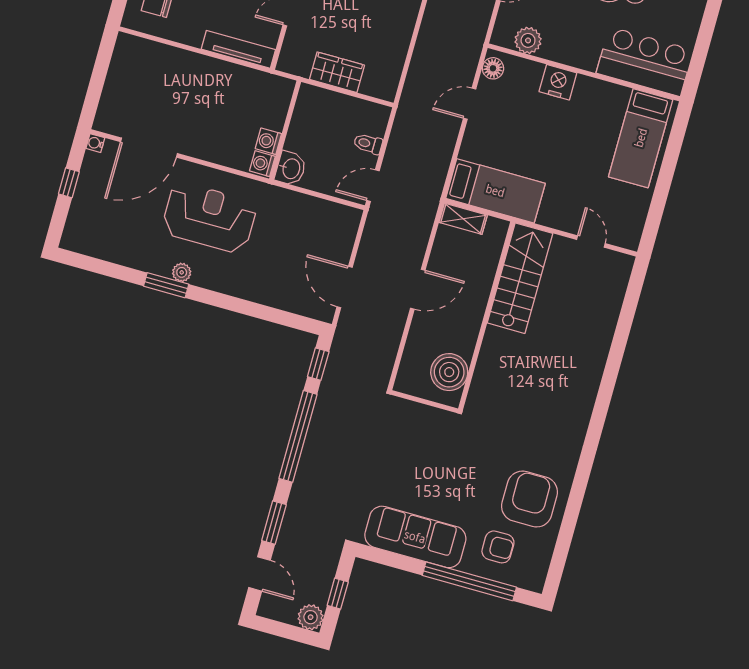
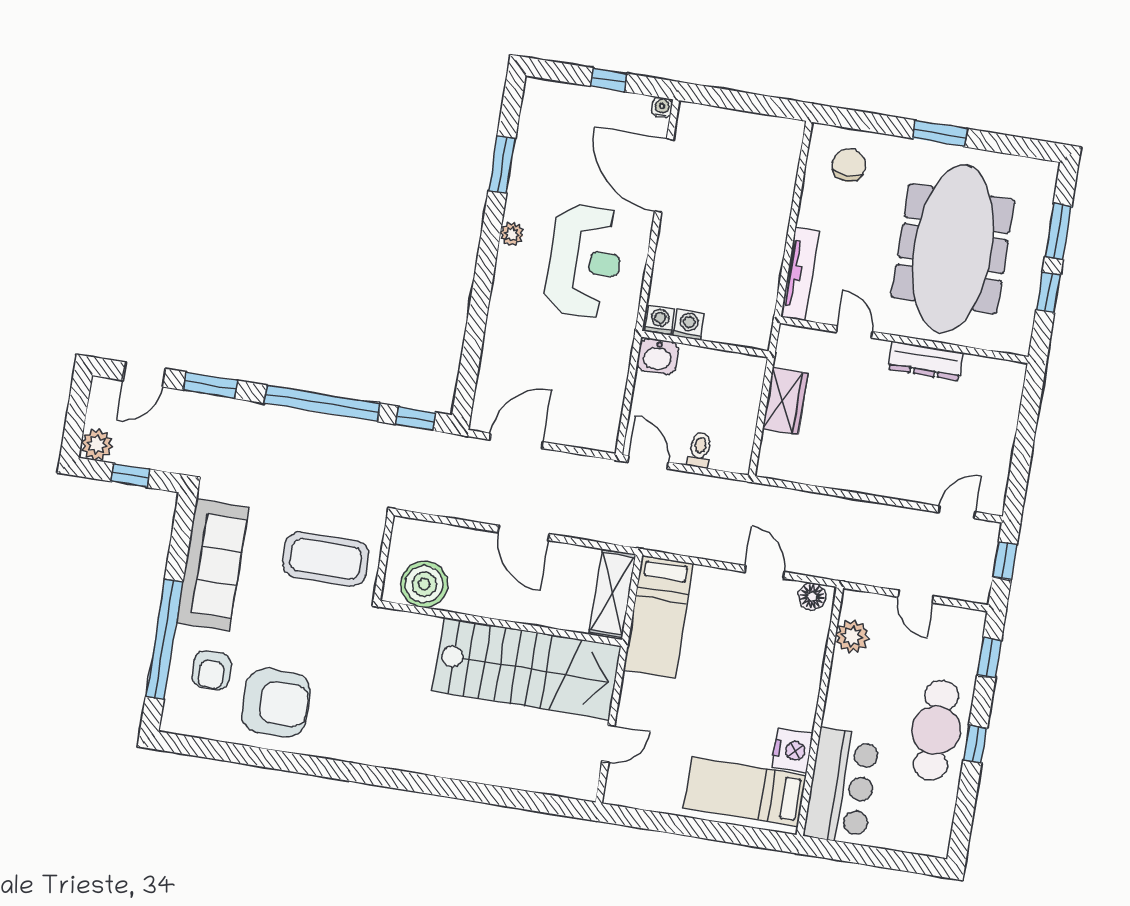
nightstand: (558, 82) -> (792, 750), moved
shelving: (463, 219) -> (612, 593), width x1.50, depth x1.33
stairs: (520, 278) -> (527, 668), width x1.36, depth x1.51
window: (166, 285) -> (502, 165), moved
coffee table: (421, 447) -> (326, 559), added

